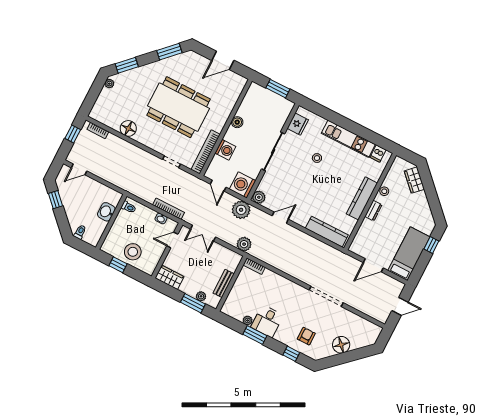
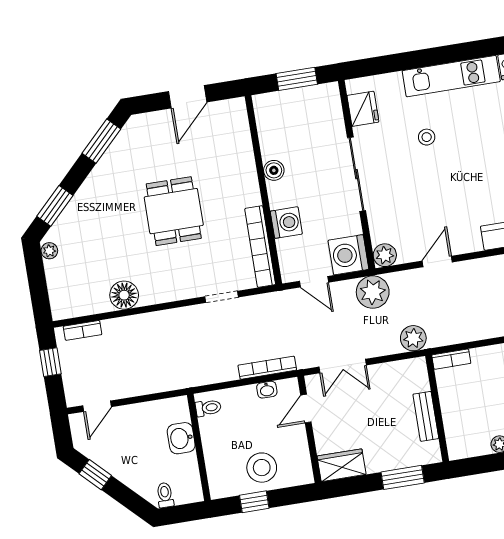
dining table: (179, 107) -> (174, 211), width x0.53, depth x0.80
plant: (201, 296) -> (407, 459), removed

